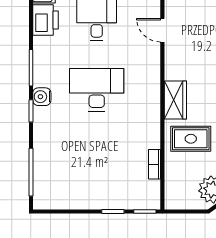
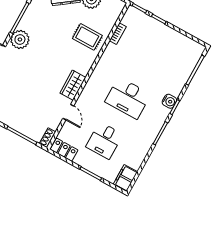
printer: (46, 20) -> (135, 157), removed
water cooler: (42, 97) -> (169, 101), moved
wardrobe: (175, 100) -> (73, 85), moved

